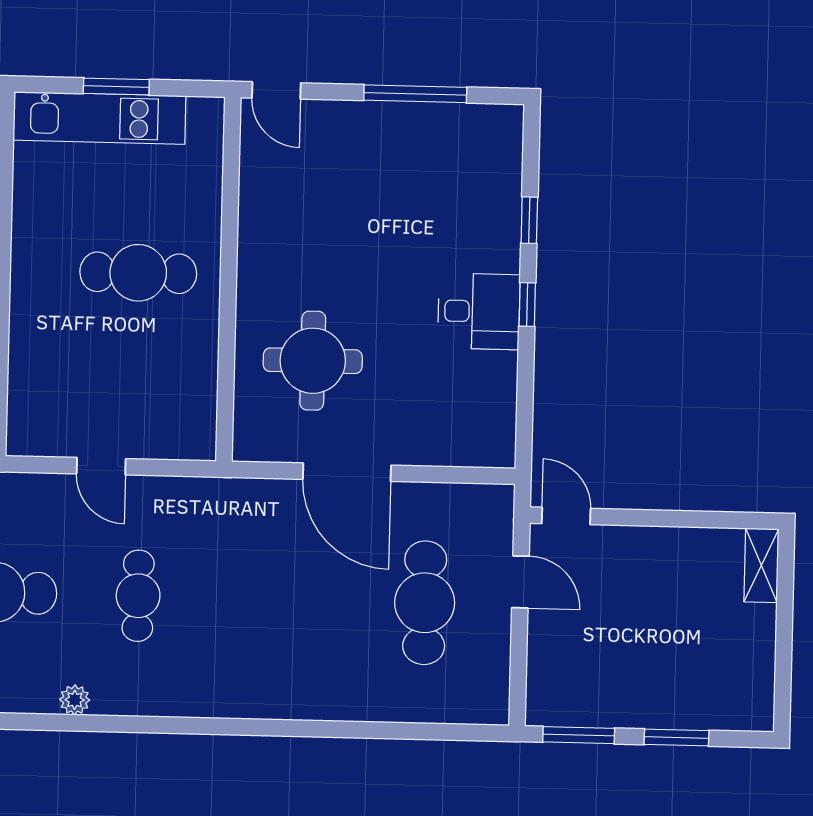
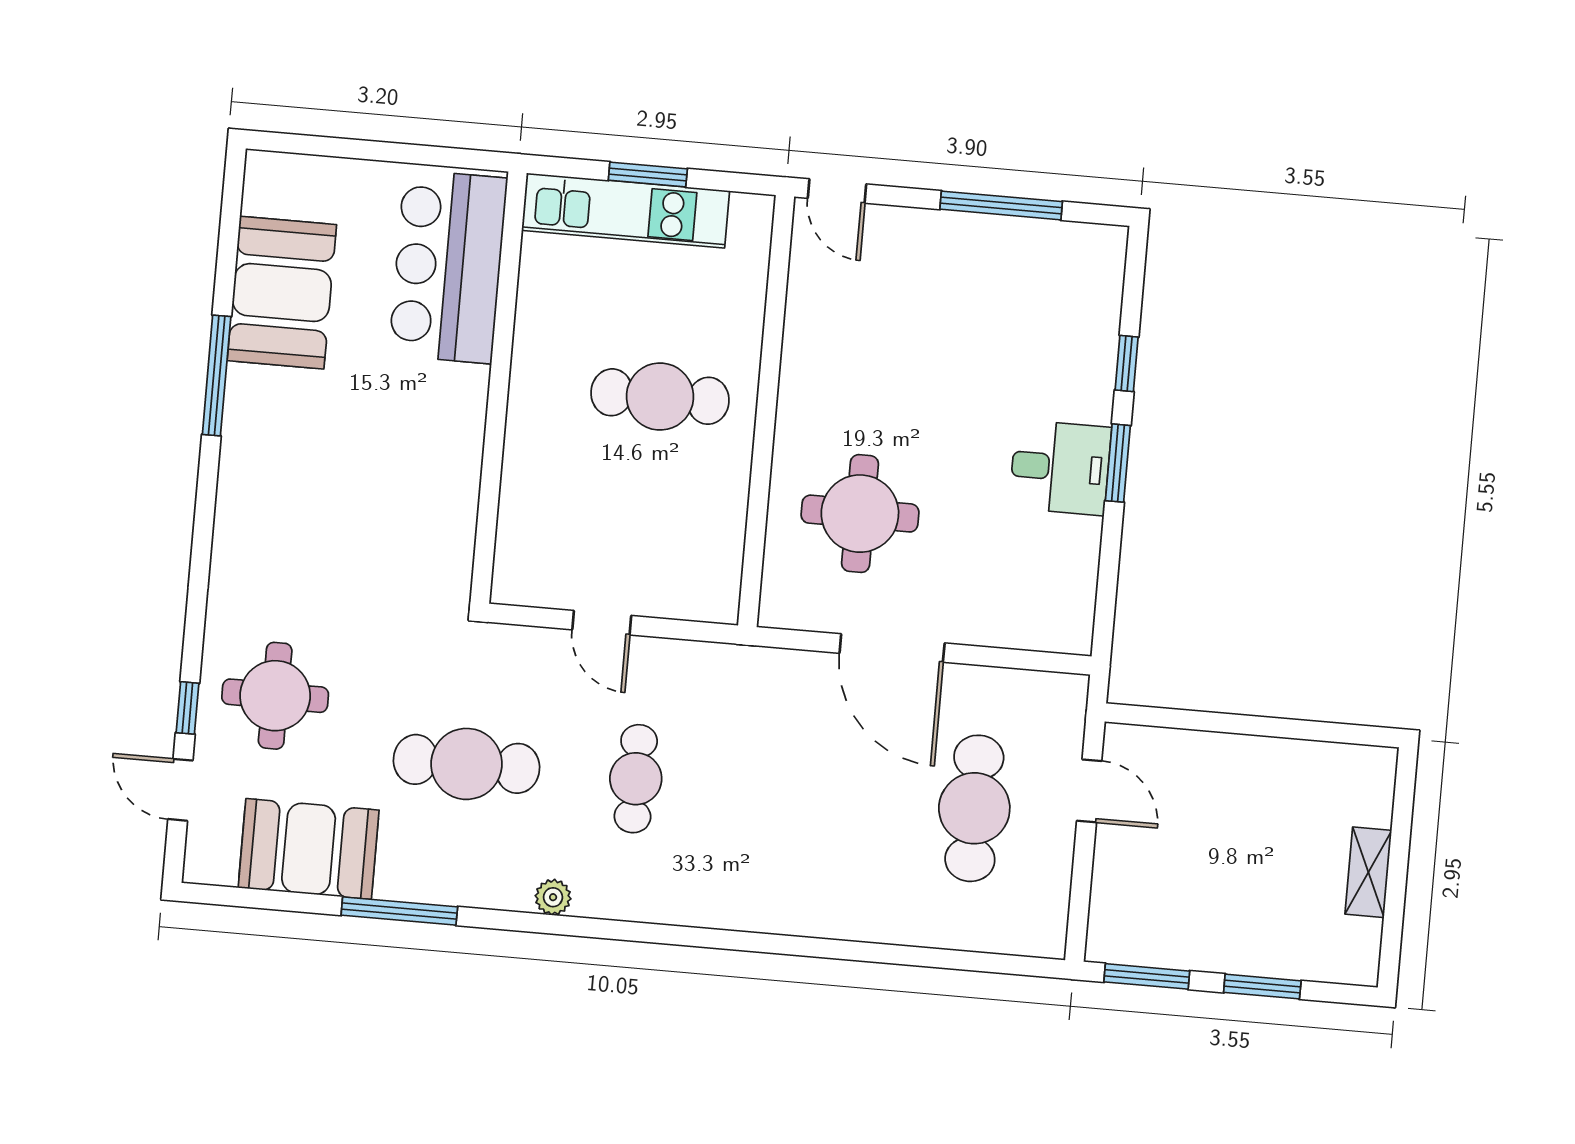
window: (527, 304) -> (1118, 463), width x1.50
door: (566, 516) -> (1148, 716), removed
shelving: (761, 565) -> (1368, 872), moved

